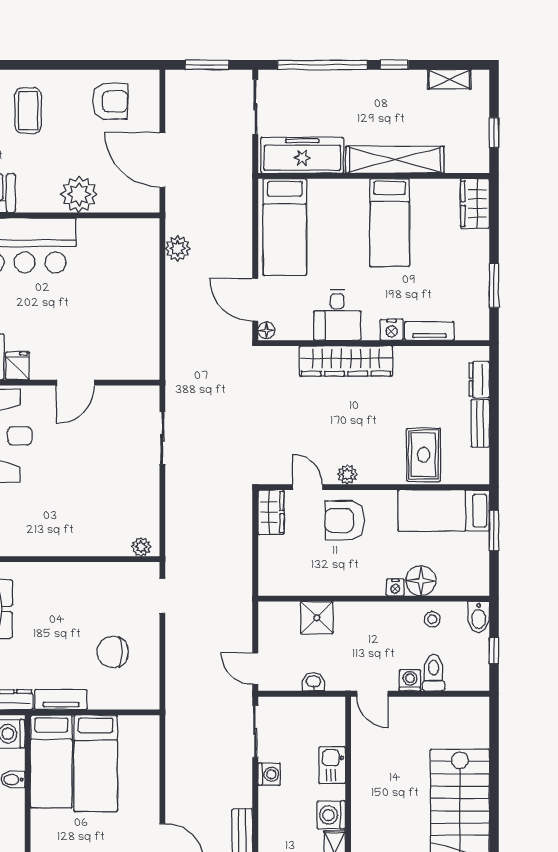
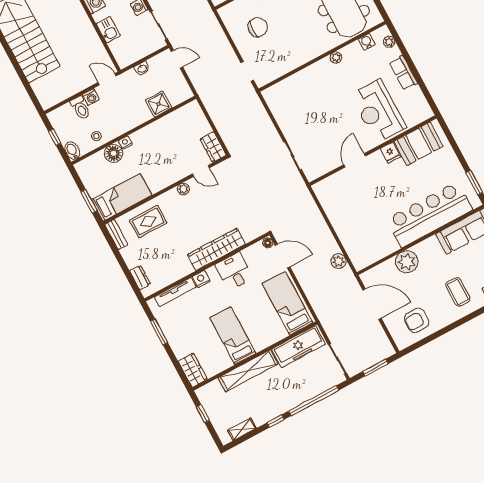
tv unit: (429, 331) -> (175, 292), width x1.41
bench: (480, 423) -> (116, 235), moved
rug: (424, 455) -> (148, 221), turned 90
armchair: (345, 520) -> (171, 164), removed
plant: (141, 547) -> (336, 58), moved

